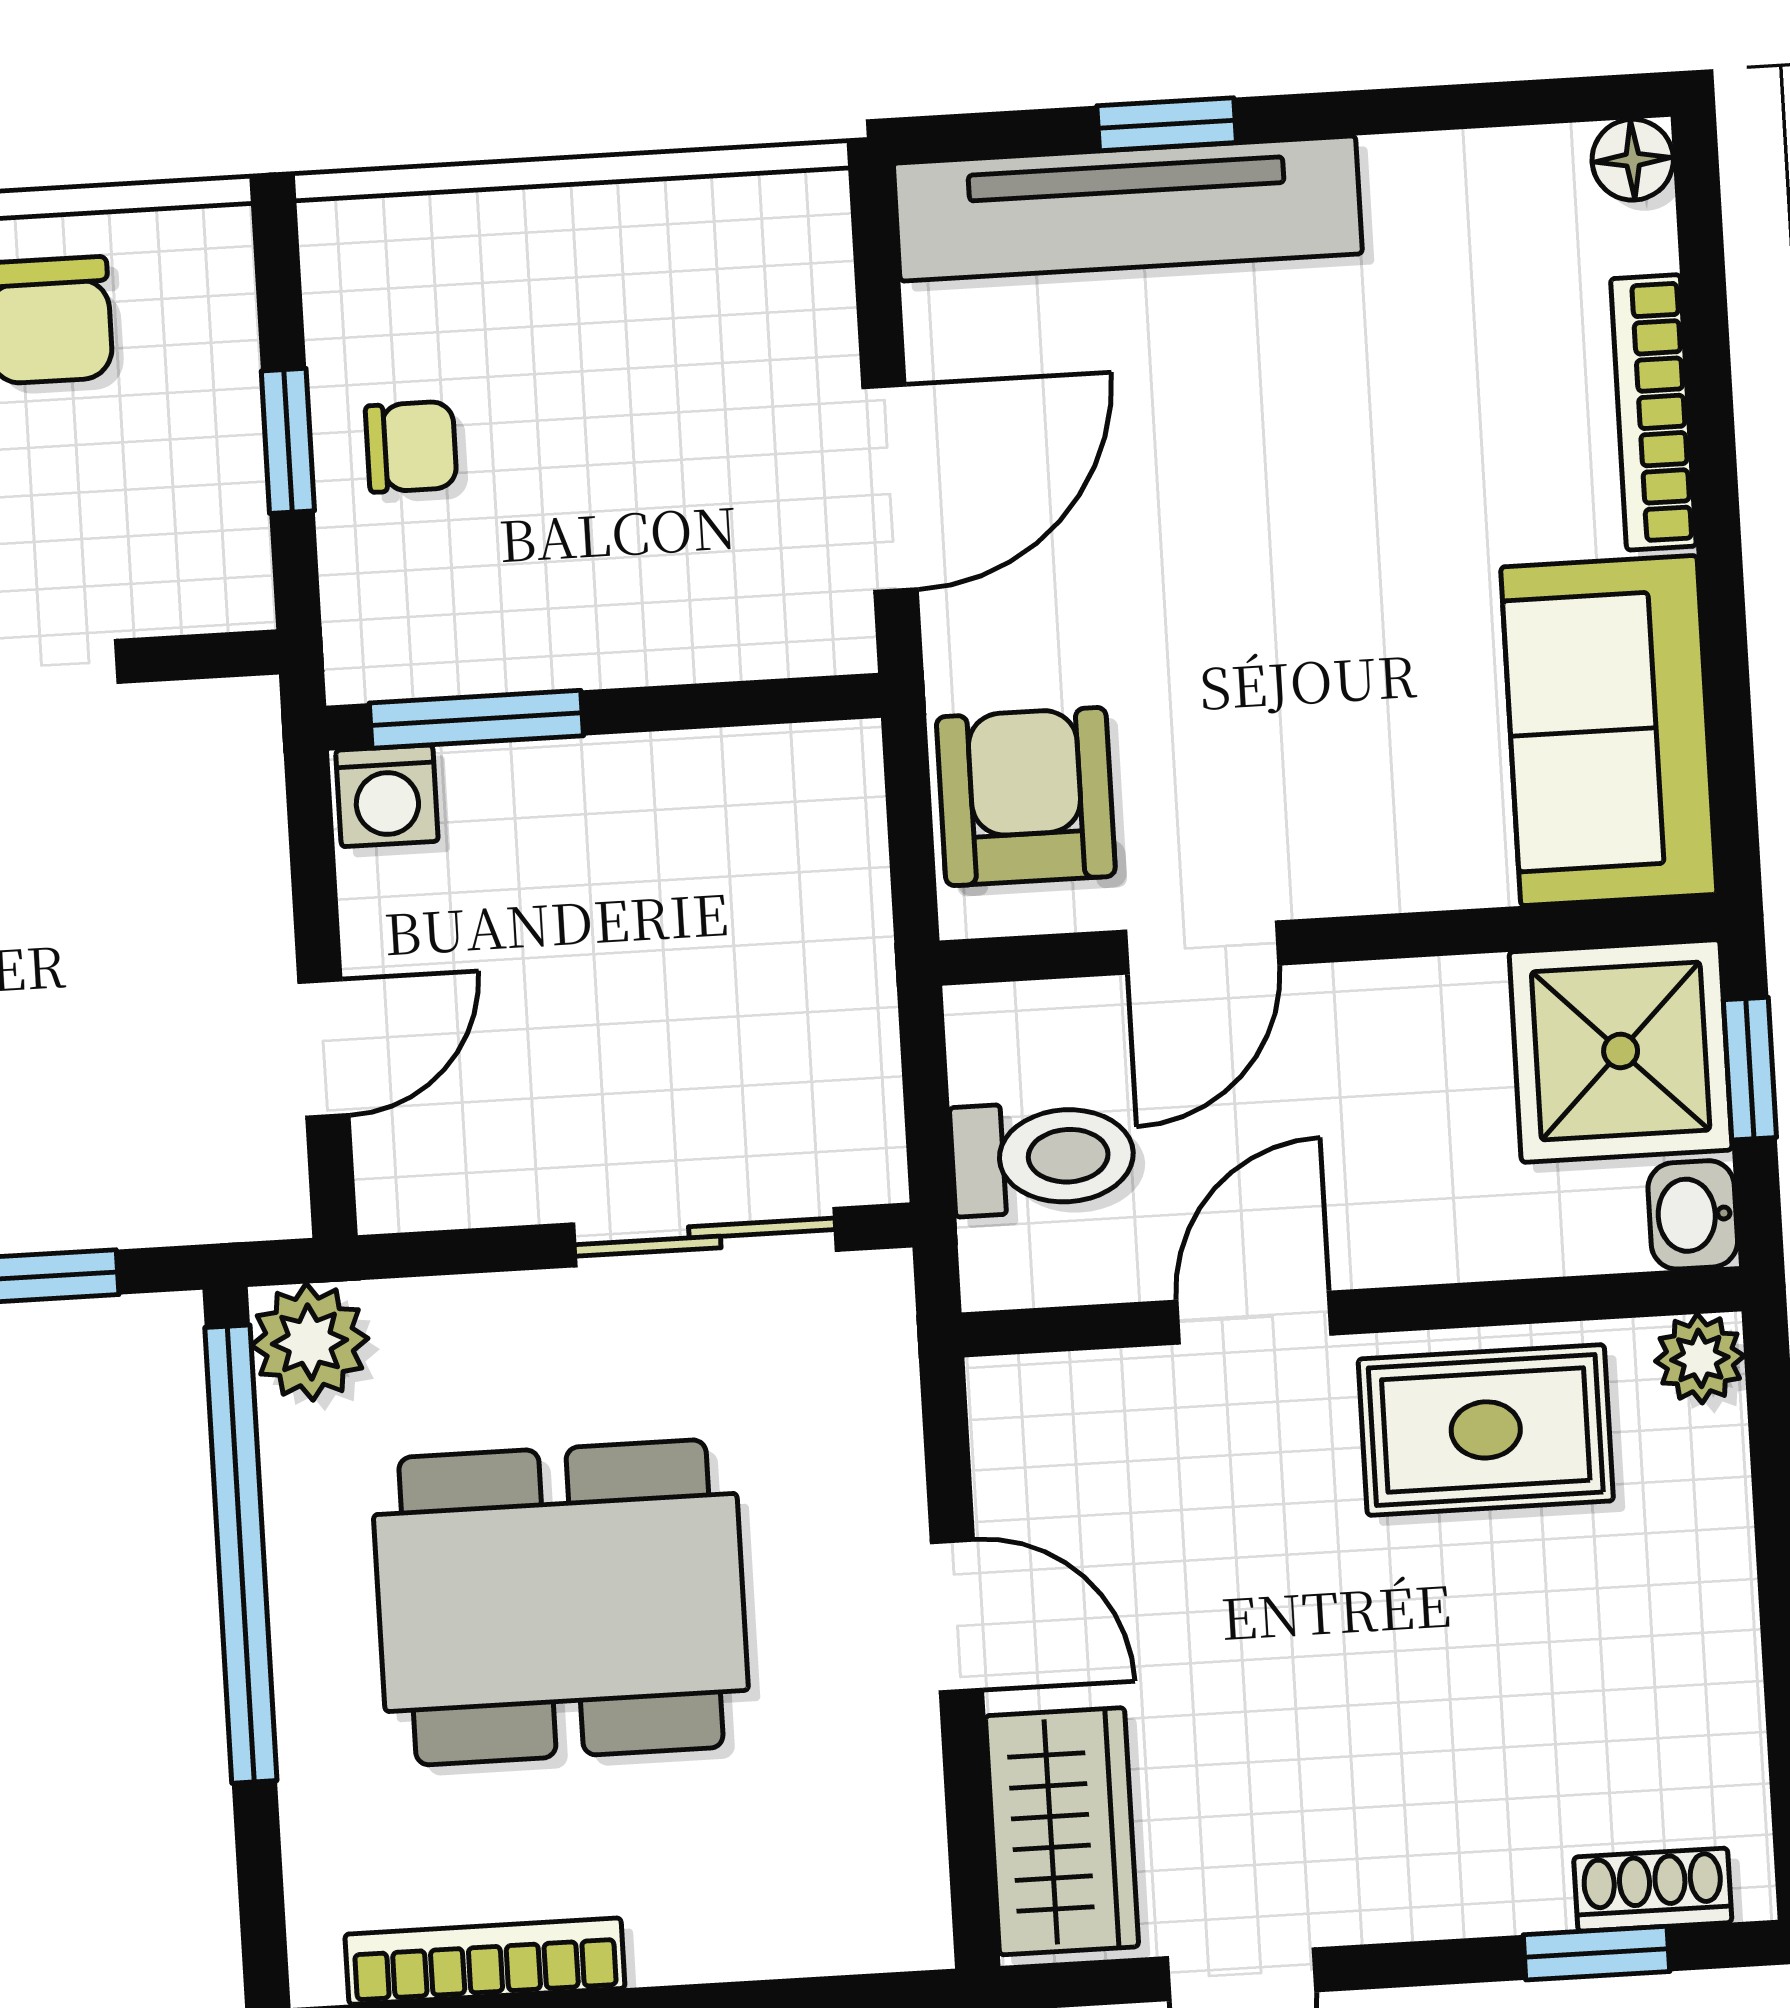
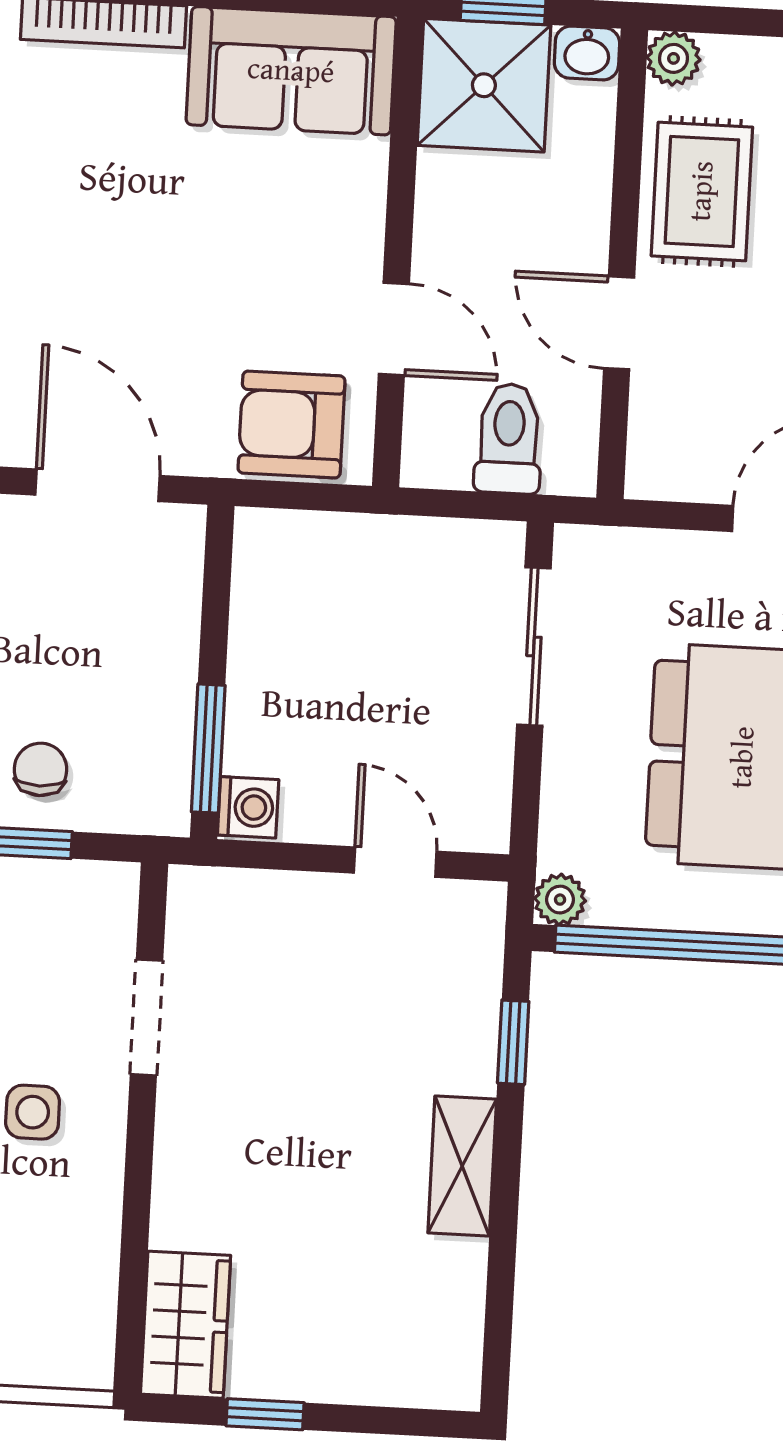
plant: (310, 1342) -> (560, 900), width x0.73, depth x0.73

